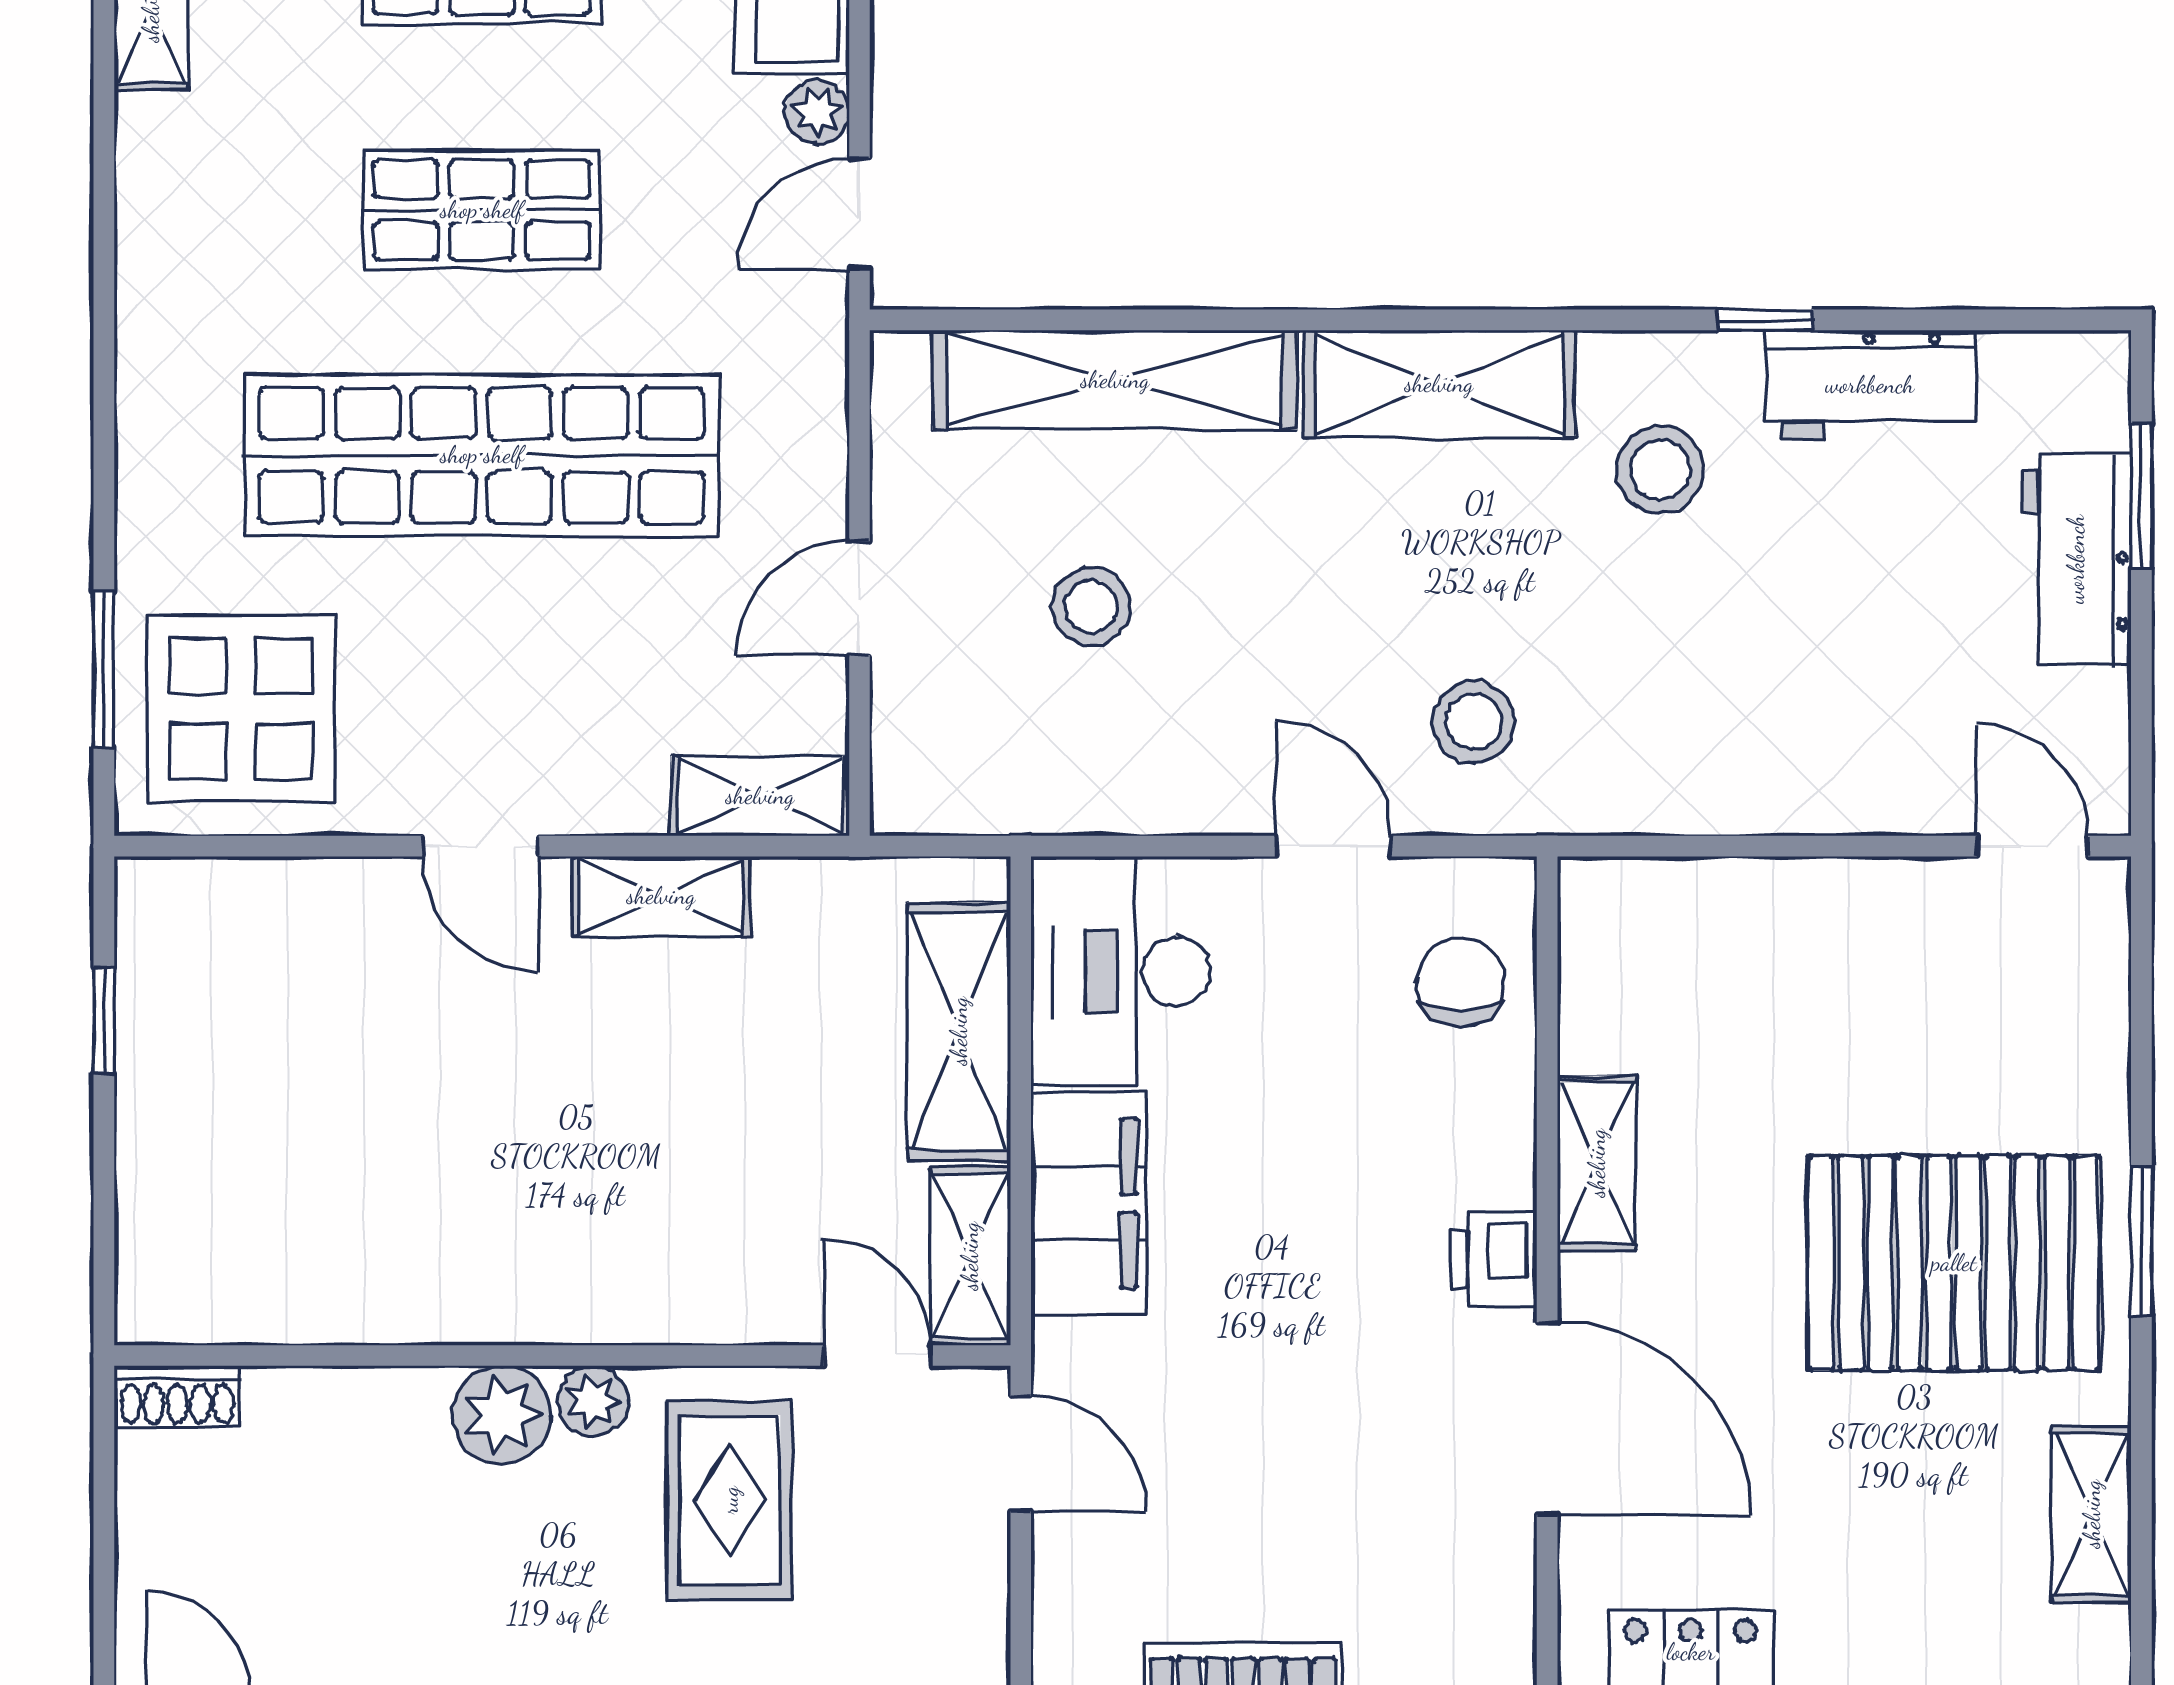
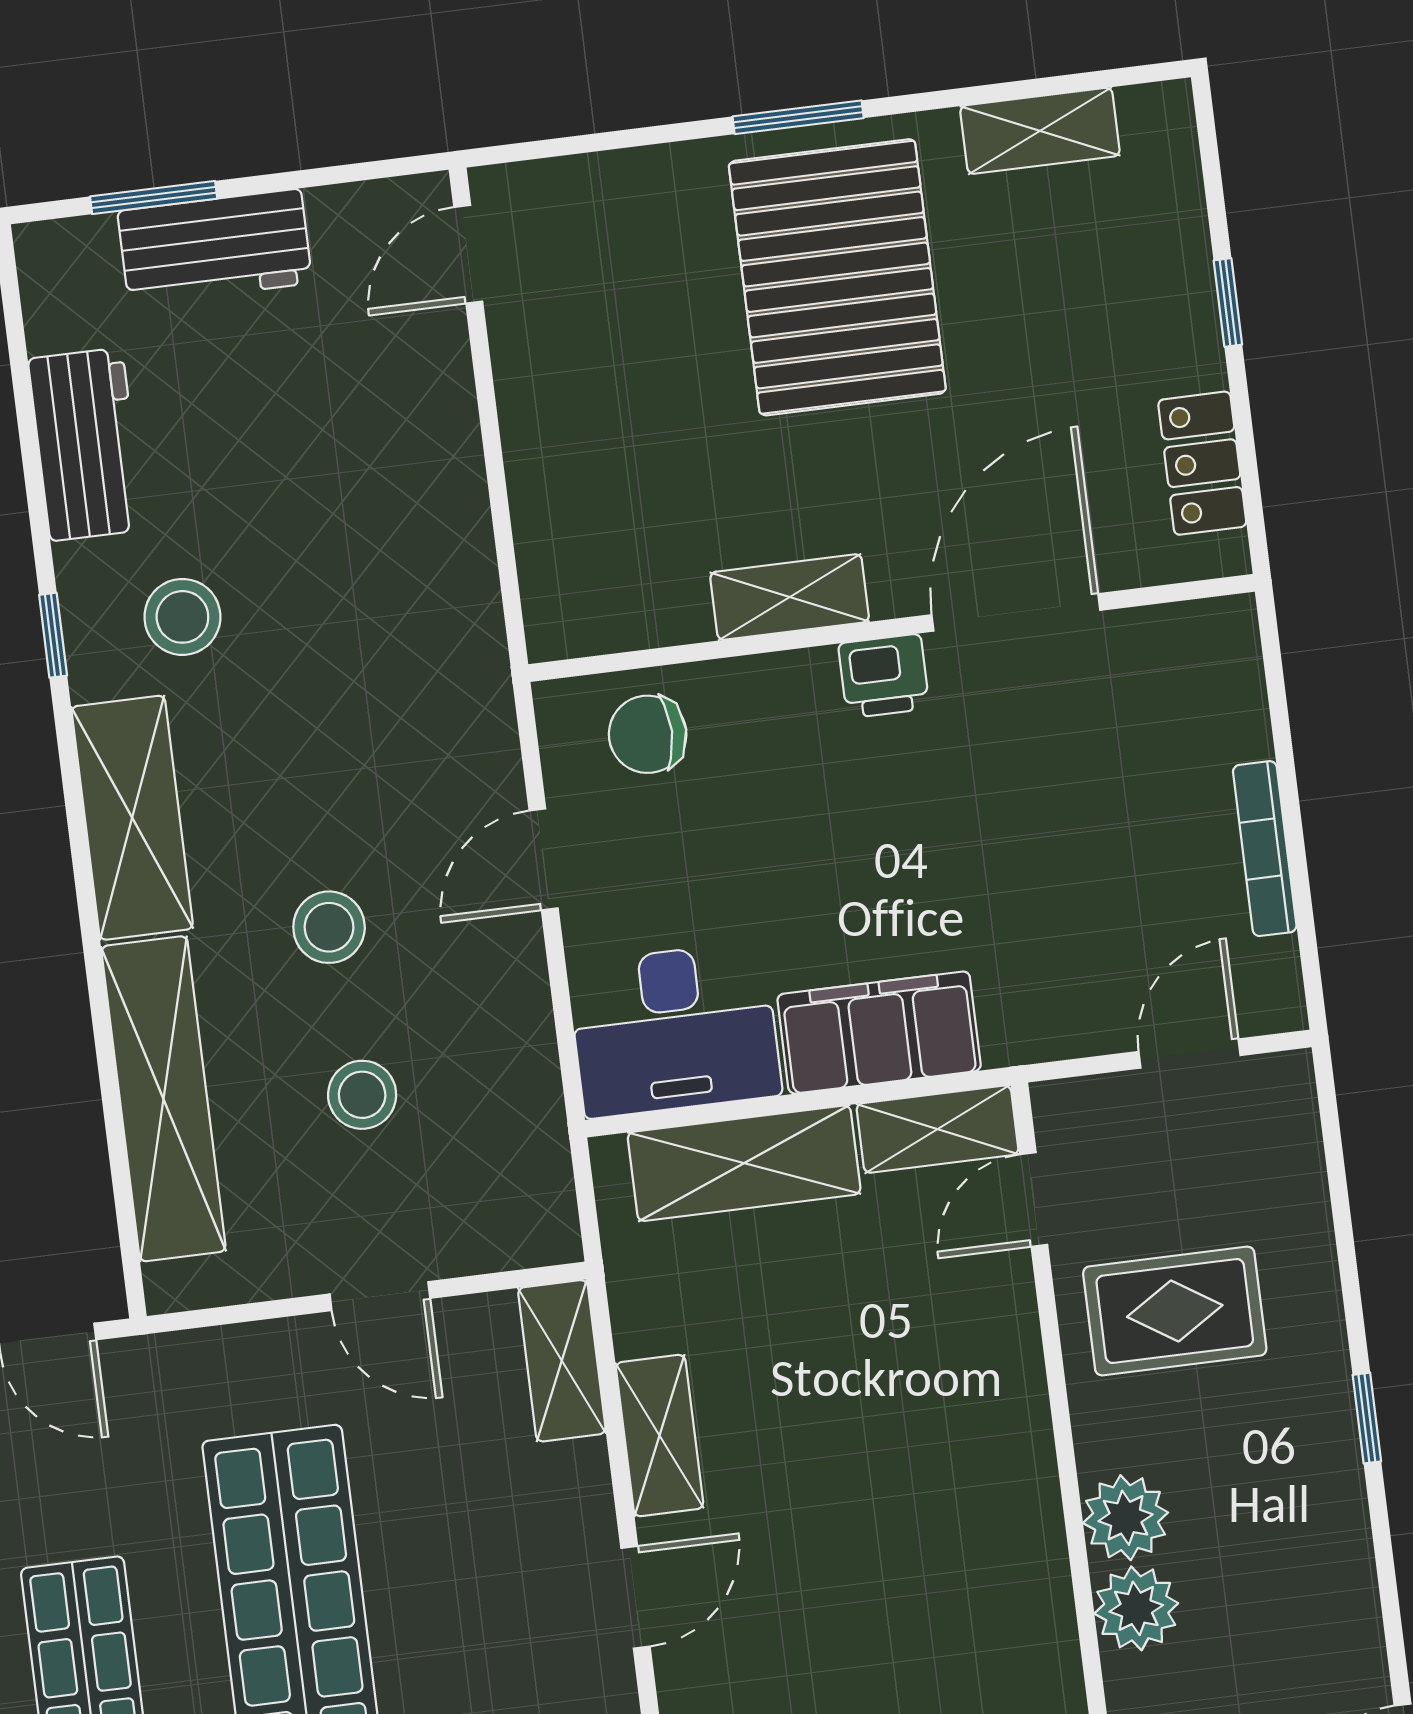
window: (1765, 320) -> (53, 635), moved
stool: (1474, 722) -> (329, 927), moved
plant: (593, 1401) -> (1136, 1608), moved, width x1.38, depth x1.38
door: (1021, 1454) -> (1190, 1053), moved

